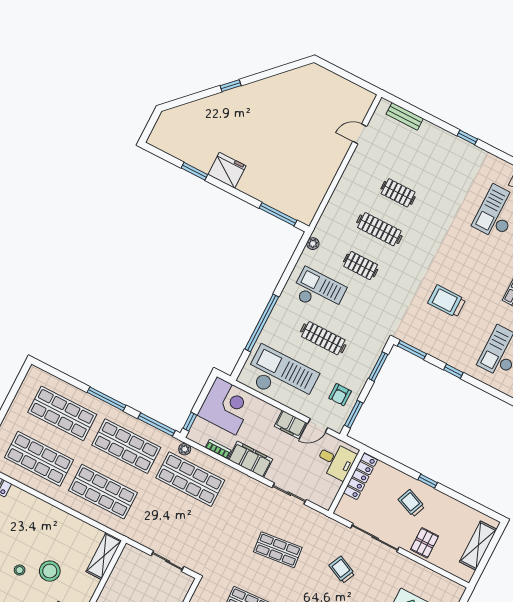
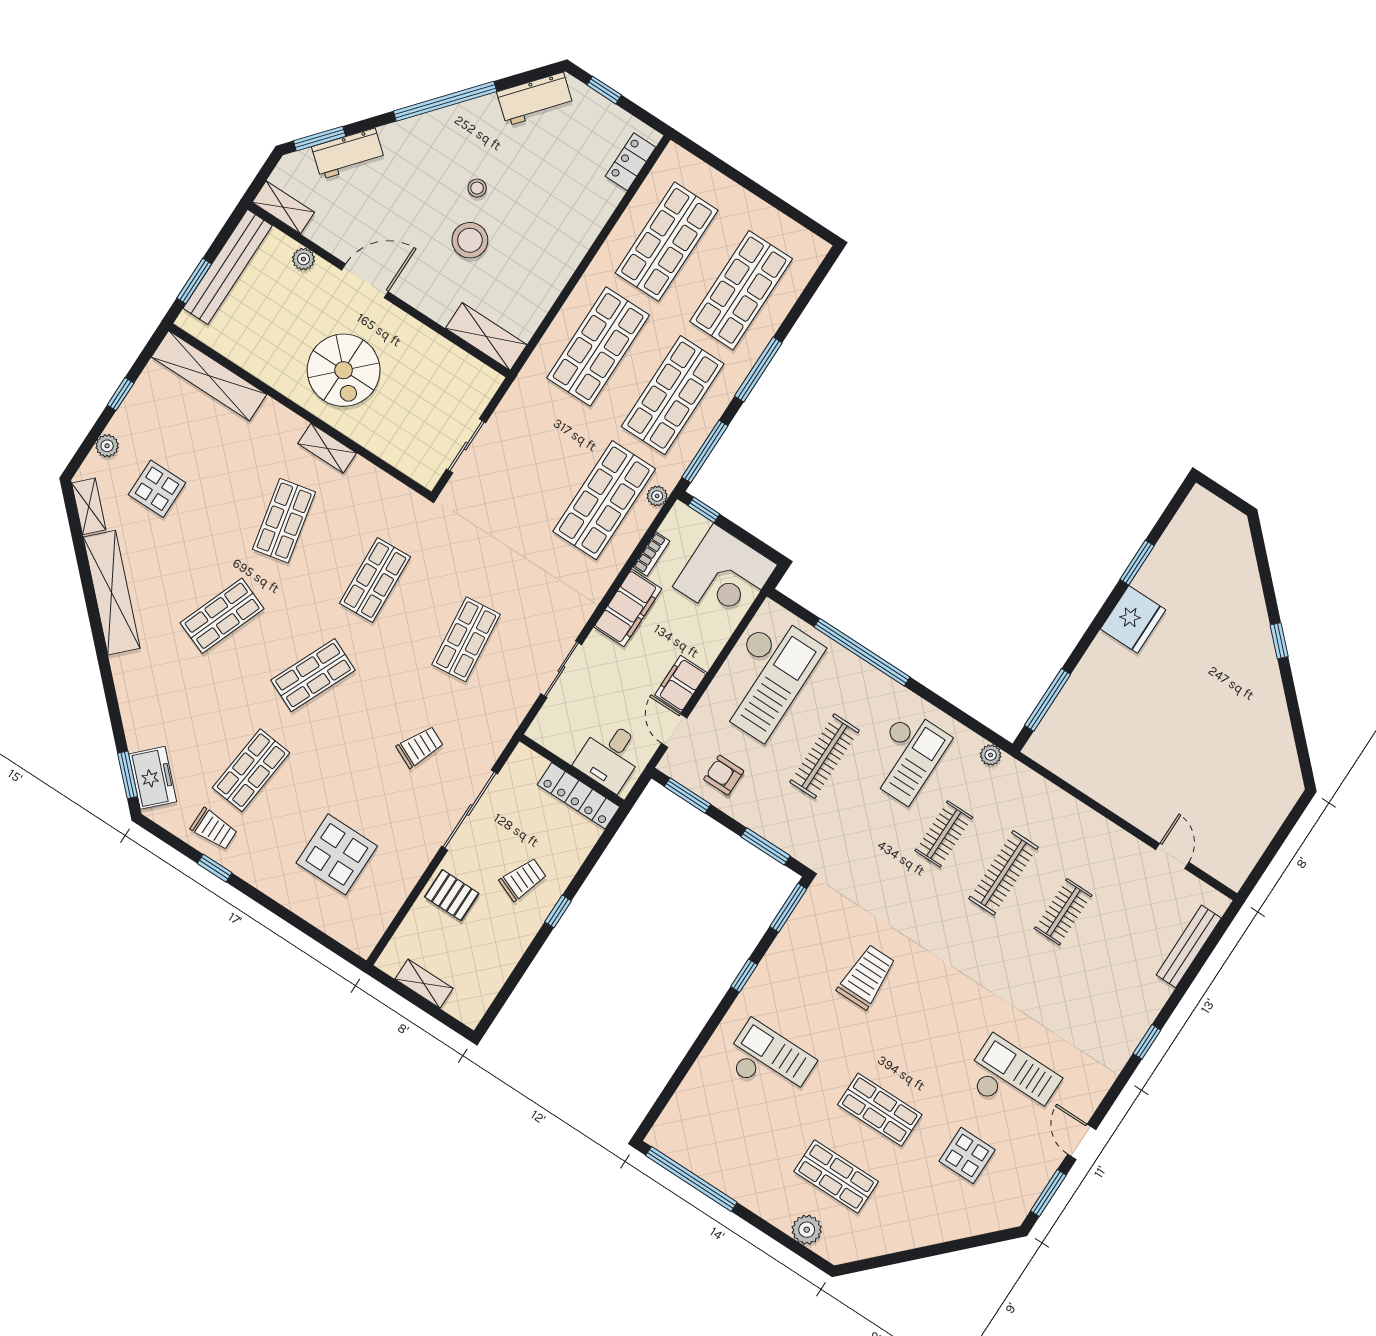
bench: (405, 116) -> (1189, 946), width x1.36
shelving: (478, 546) -> (424, 984), width x0.67, depth x0.75

